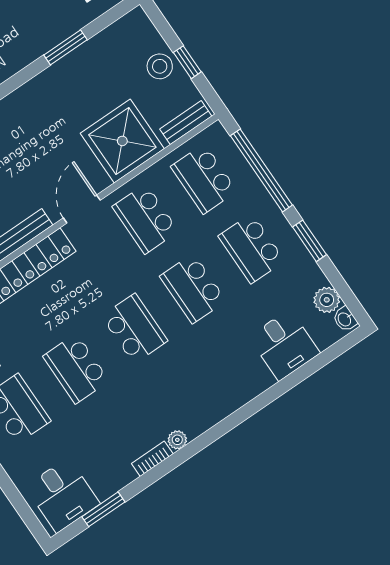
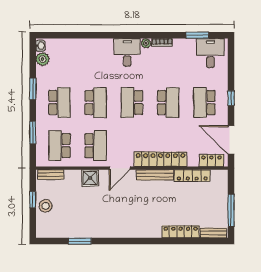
shower: (122, 141) -> (90, 178), width x0.54, depth x0.54
window: (261, 170) -> (33, 133), width x0.47
school desk: (204, 179) -> (59, 146), turned 180
desk: (284, 345) -> (127, 52), moved

